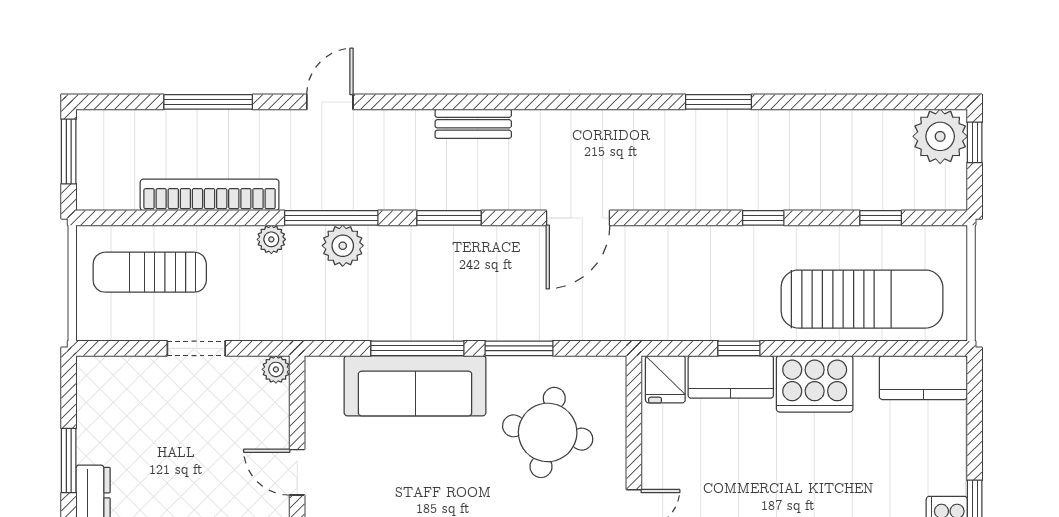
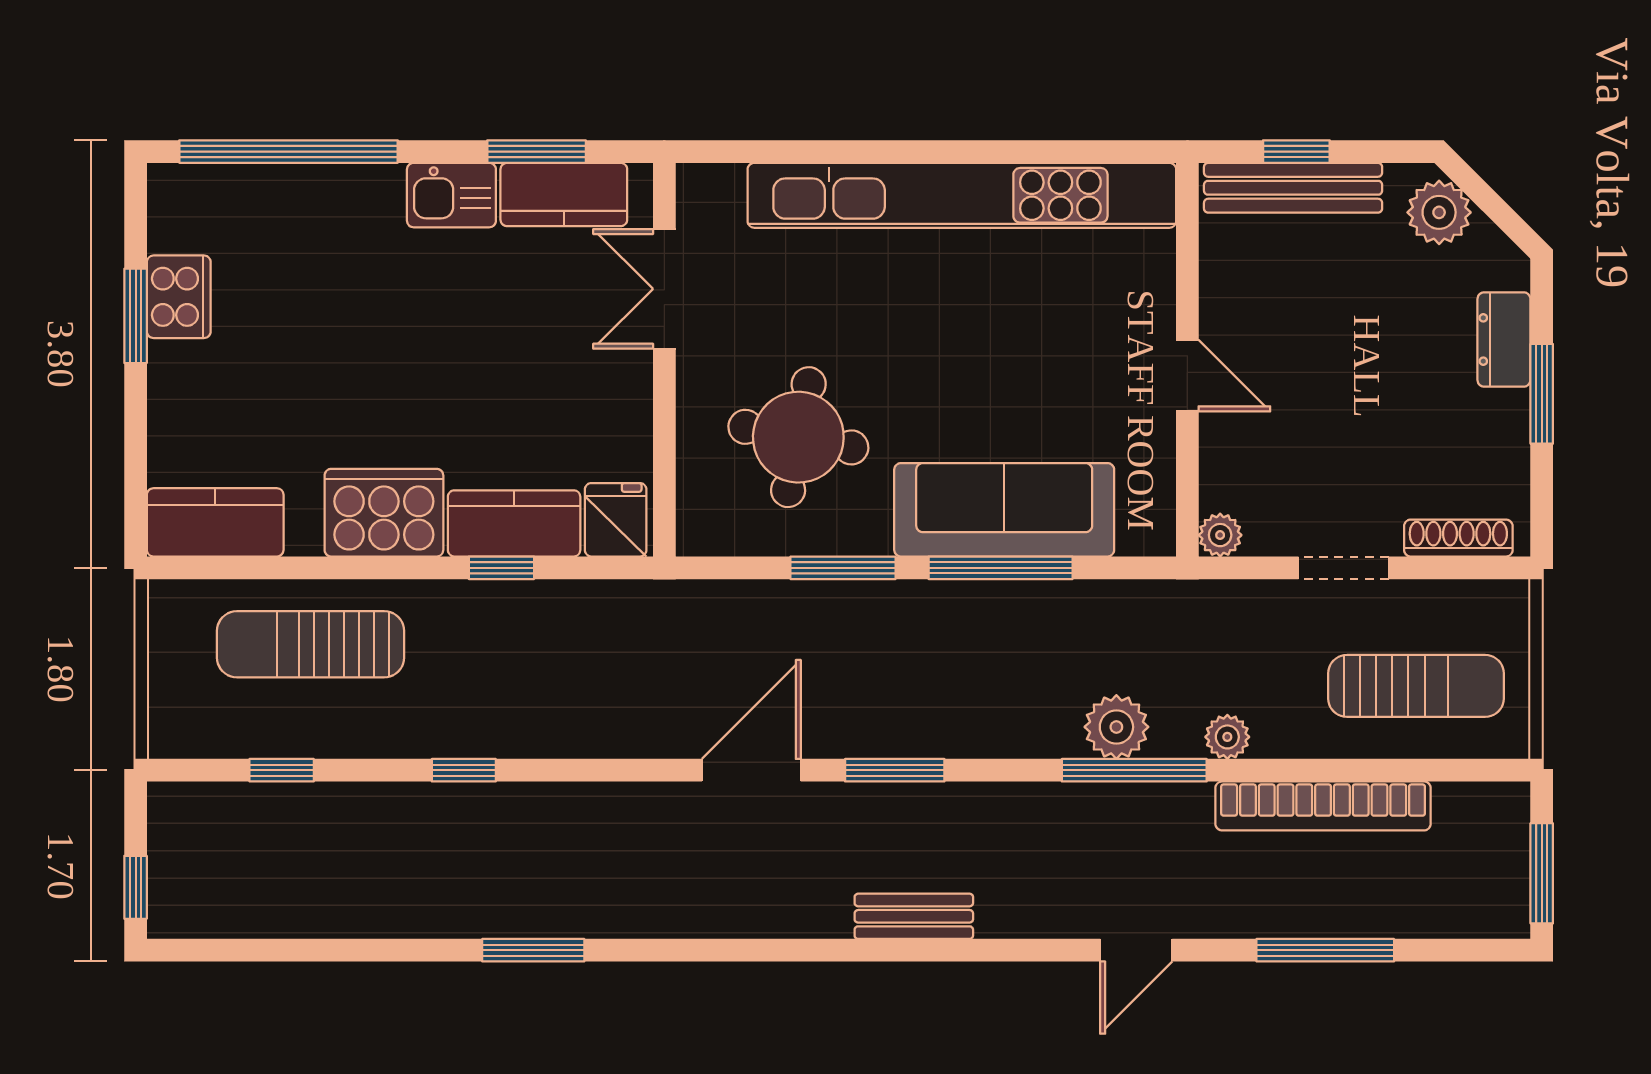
plant: (940, 136) -> (189, 897), removed
window: (449, 218) -> (895, 770), moved
sun lounger: (862, 299) -> (311, 644), width x0.73, depth x0.75
shoe rack: (122, 367) -> (1458, 538), added

